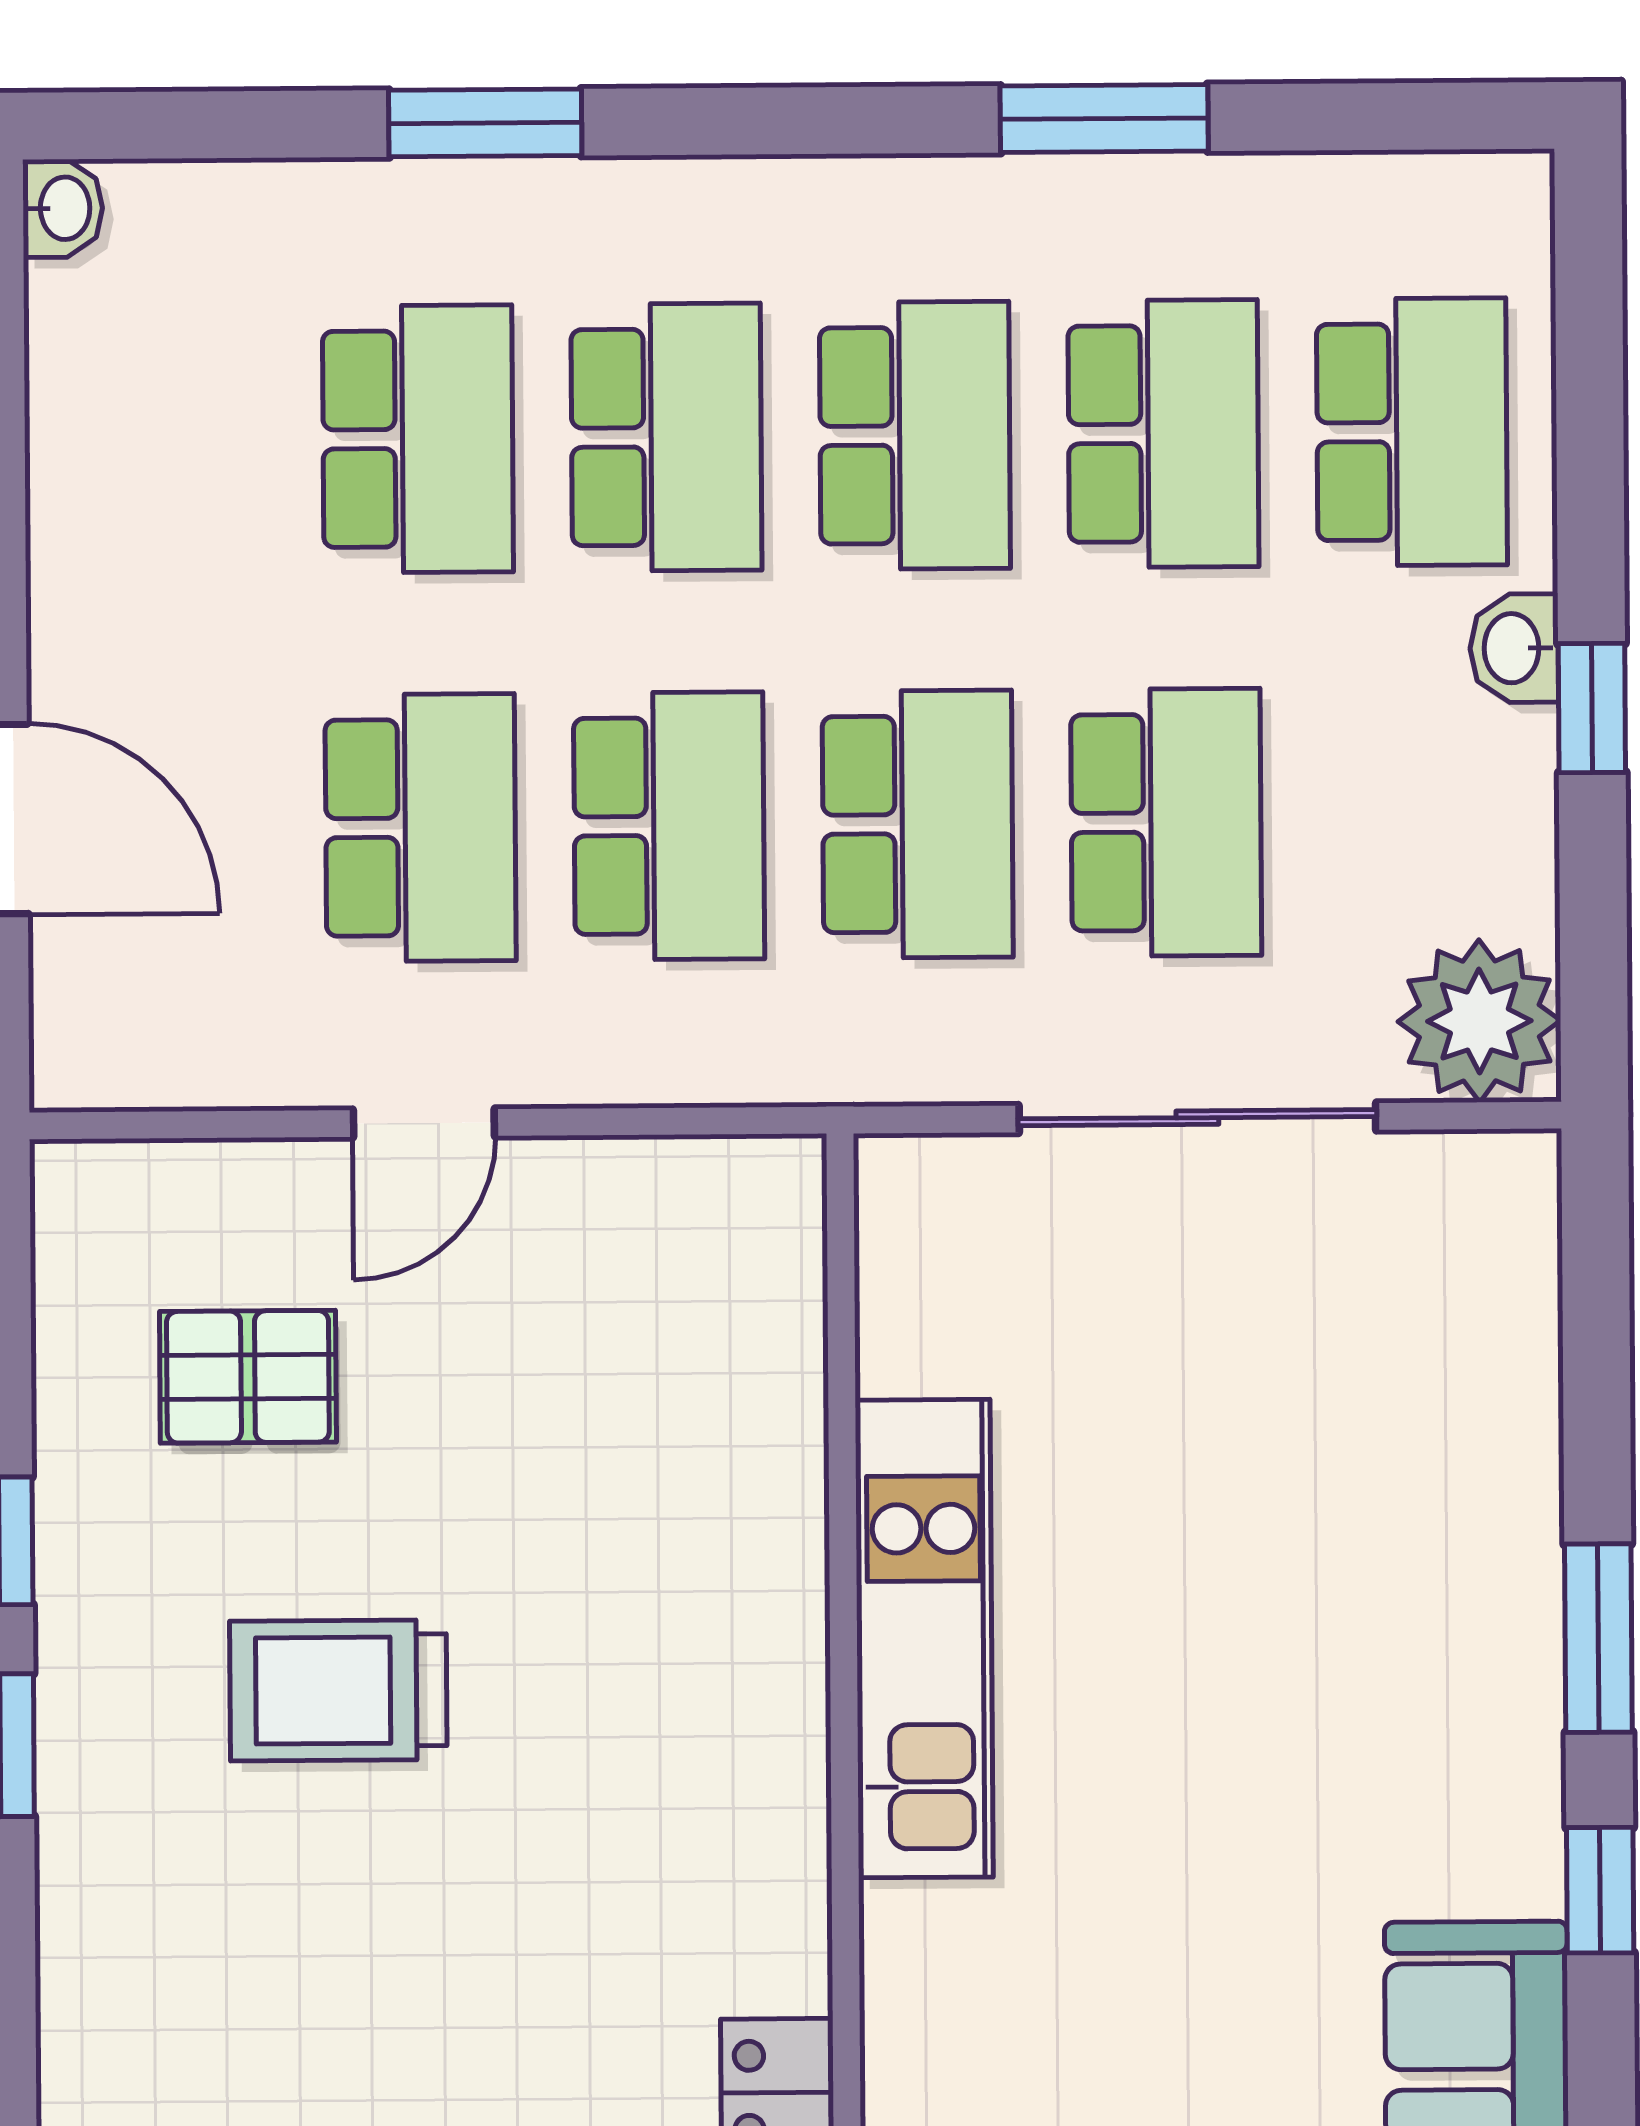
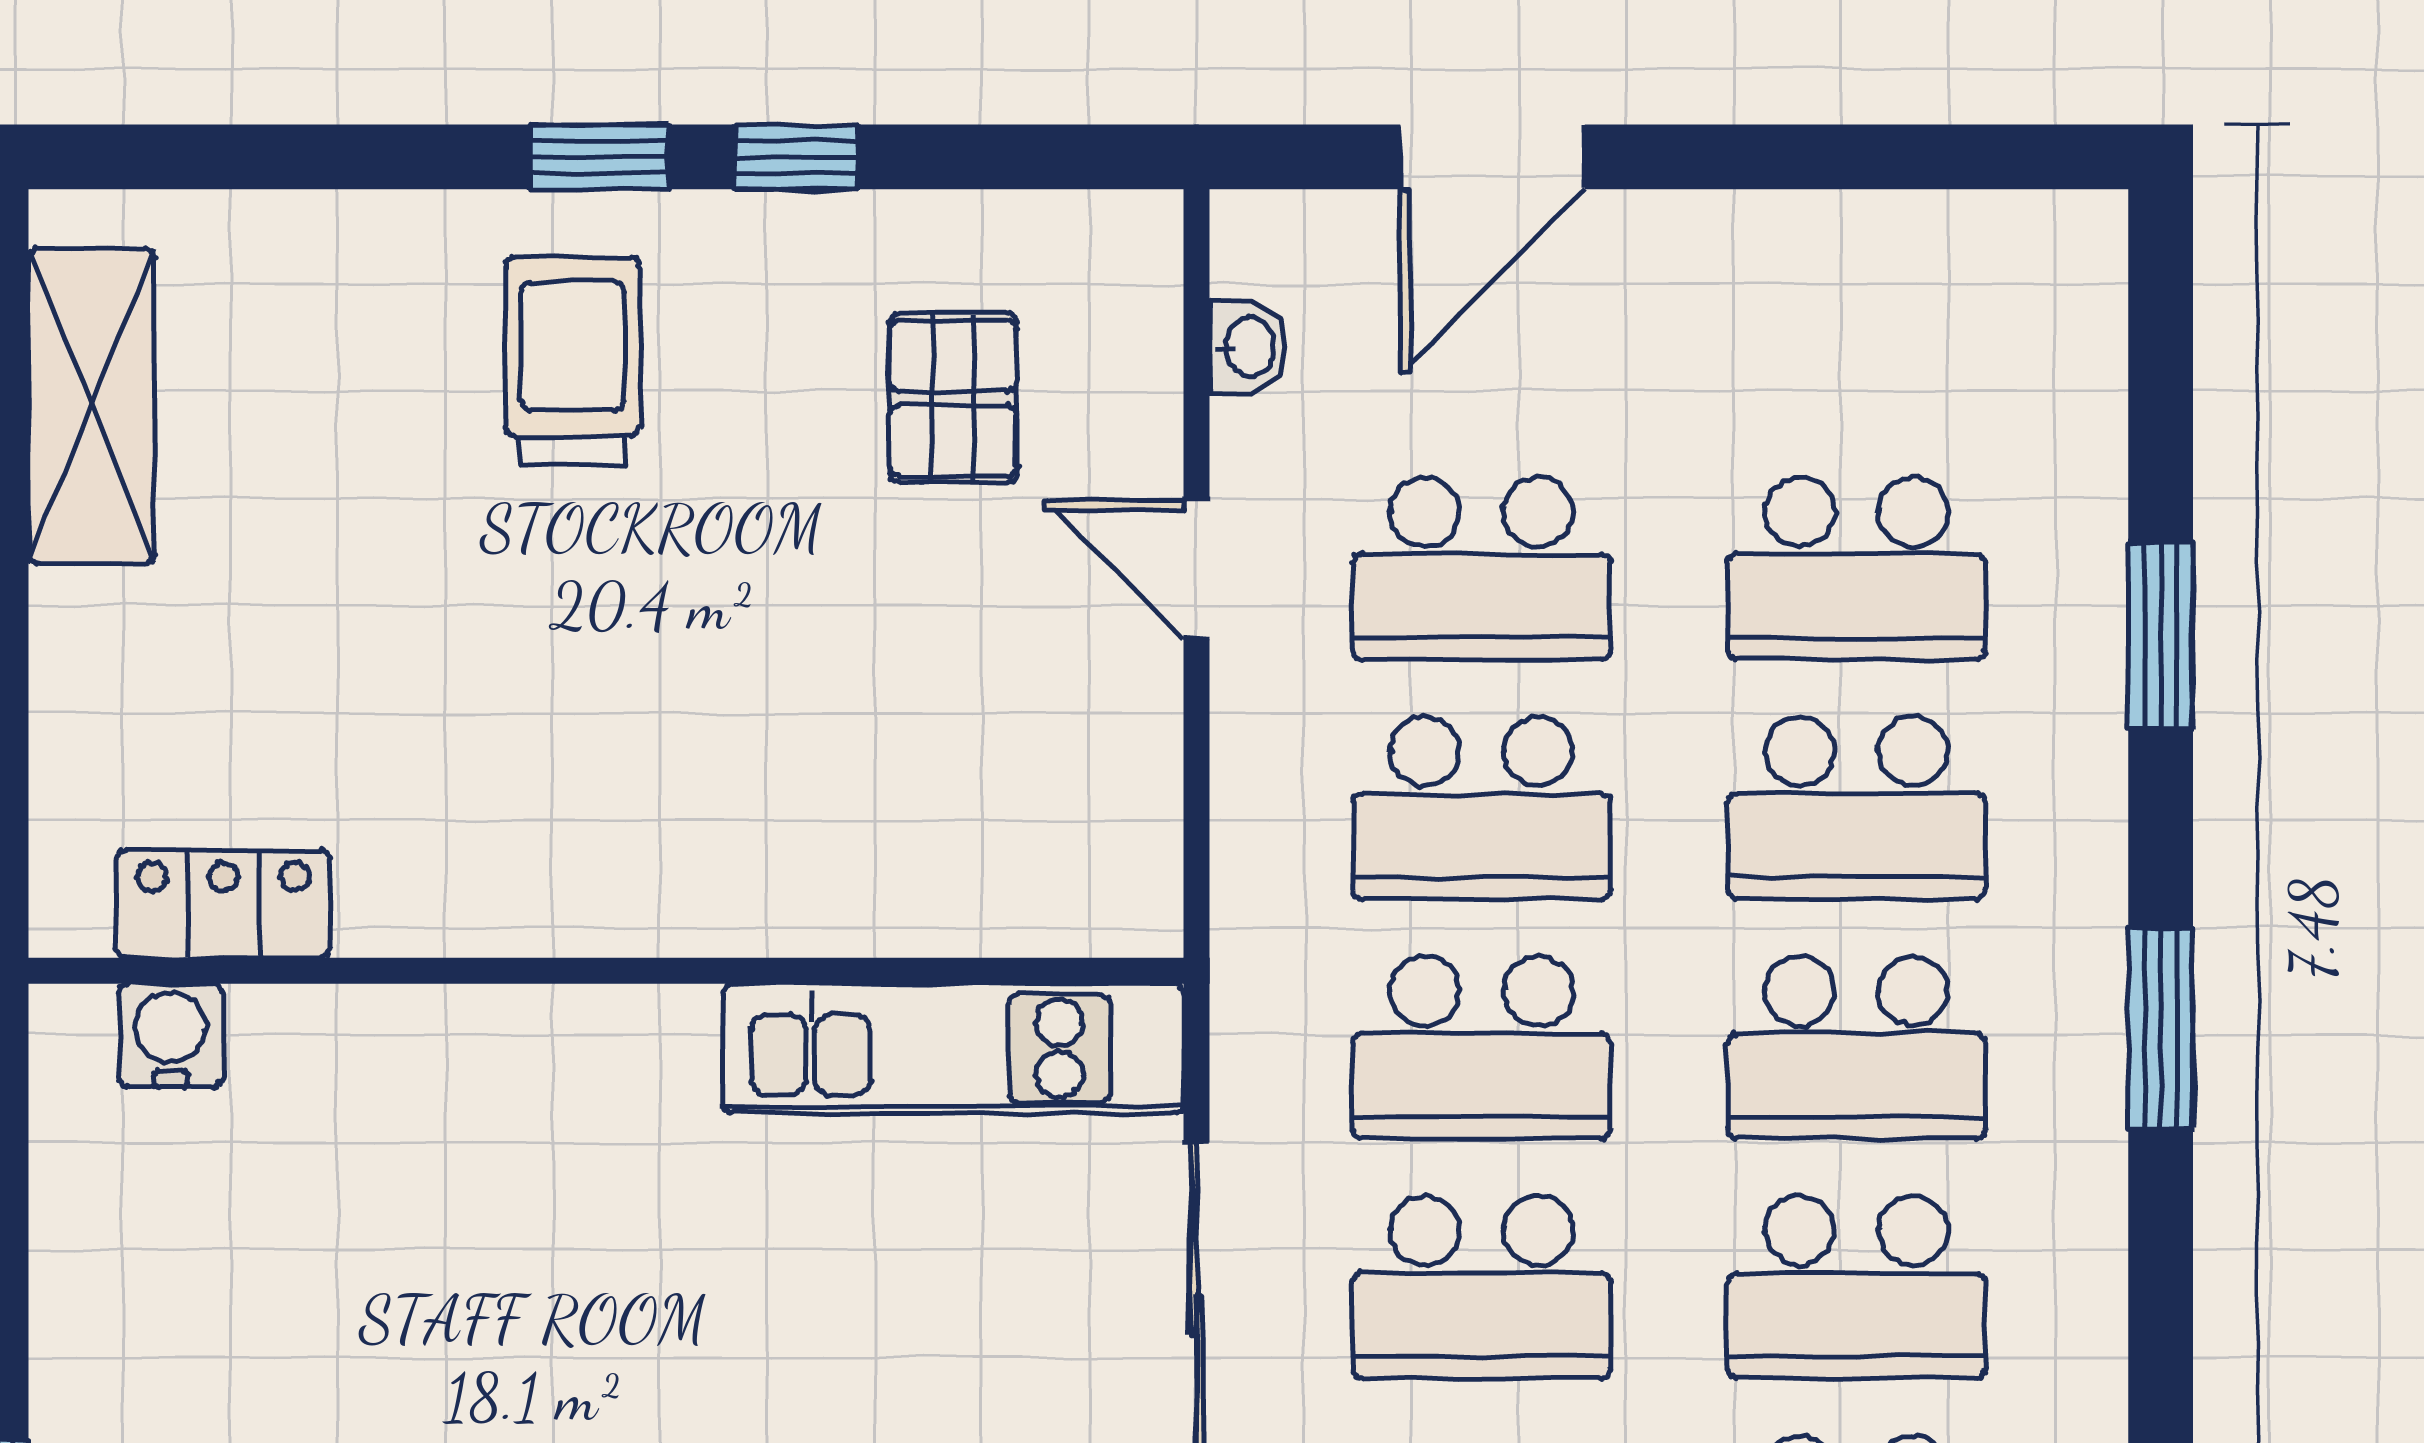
window: (1104, 119) -> (2161, 1028), moved
washbasin: (63, 208) -> (1248, 347), moved, turned -90
kitchen unit: (924, 1639) -> (953, 1049), moved
trolley: (338, 1690) -> (573, 361), moved

